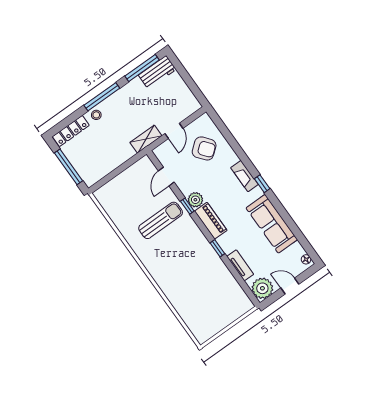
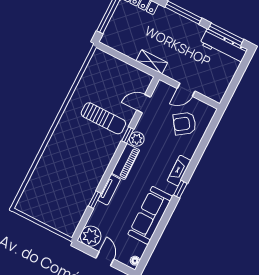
workbench: (157, 72) -> (224, 47), width x1.38
stool: (96, 115) -> (165, 16), removed
shelving: (146, 139) -> (152, 62), moved
armchair: (204, 148) -> (185, 124), turned 94
window: (217, 248) -> (95, 200), moved
tv unit: (240, 265) -> (109, 190), moved

